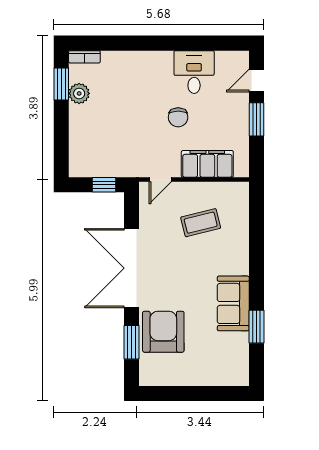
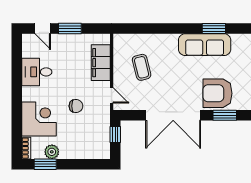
corner desk: (126, 75) -> (39, 119), added
chair: (178, 117) -> (76, 106), moved
sofa: (233, 303) -> (205, 45), width x1.36

